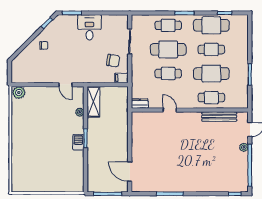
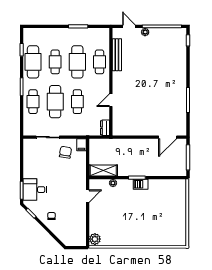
desk: (89, 27) -> (35, 190), moved

